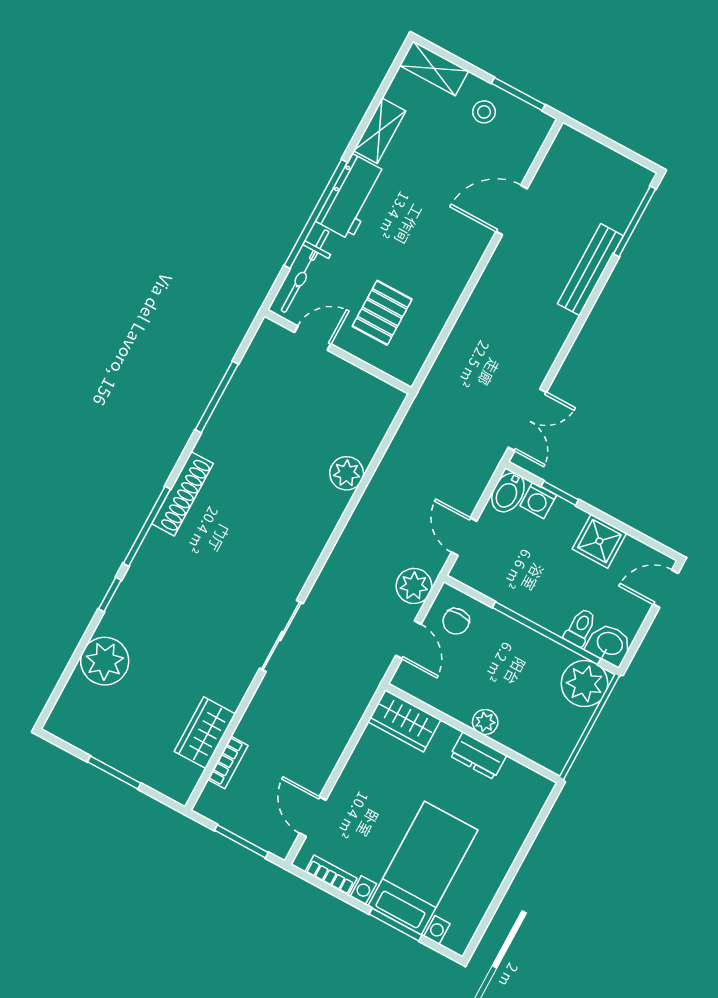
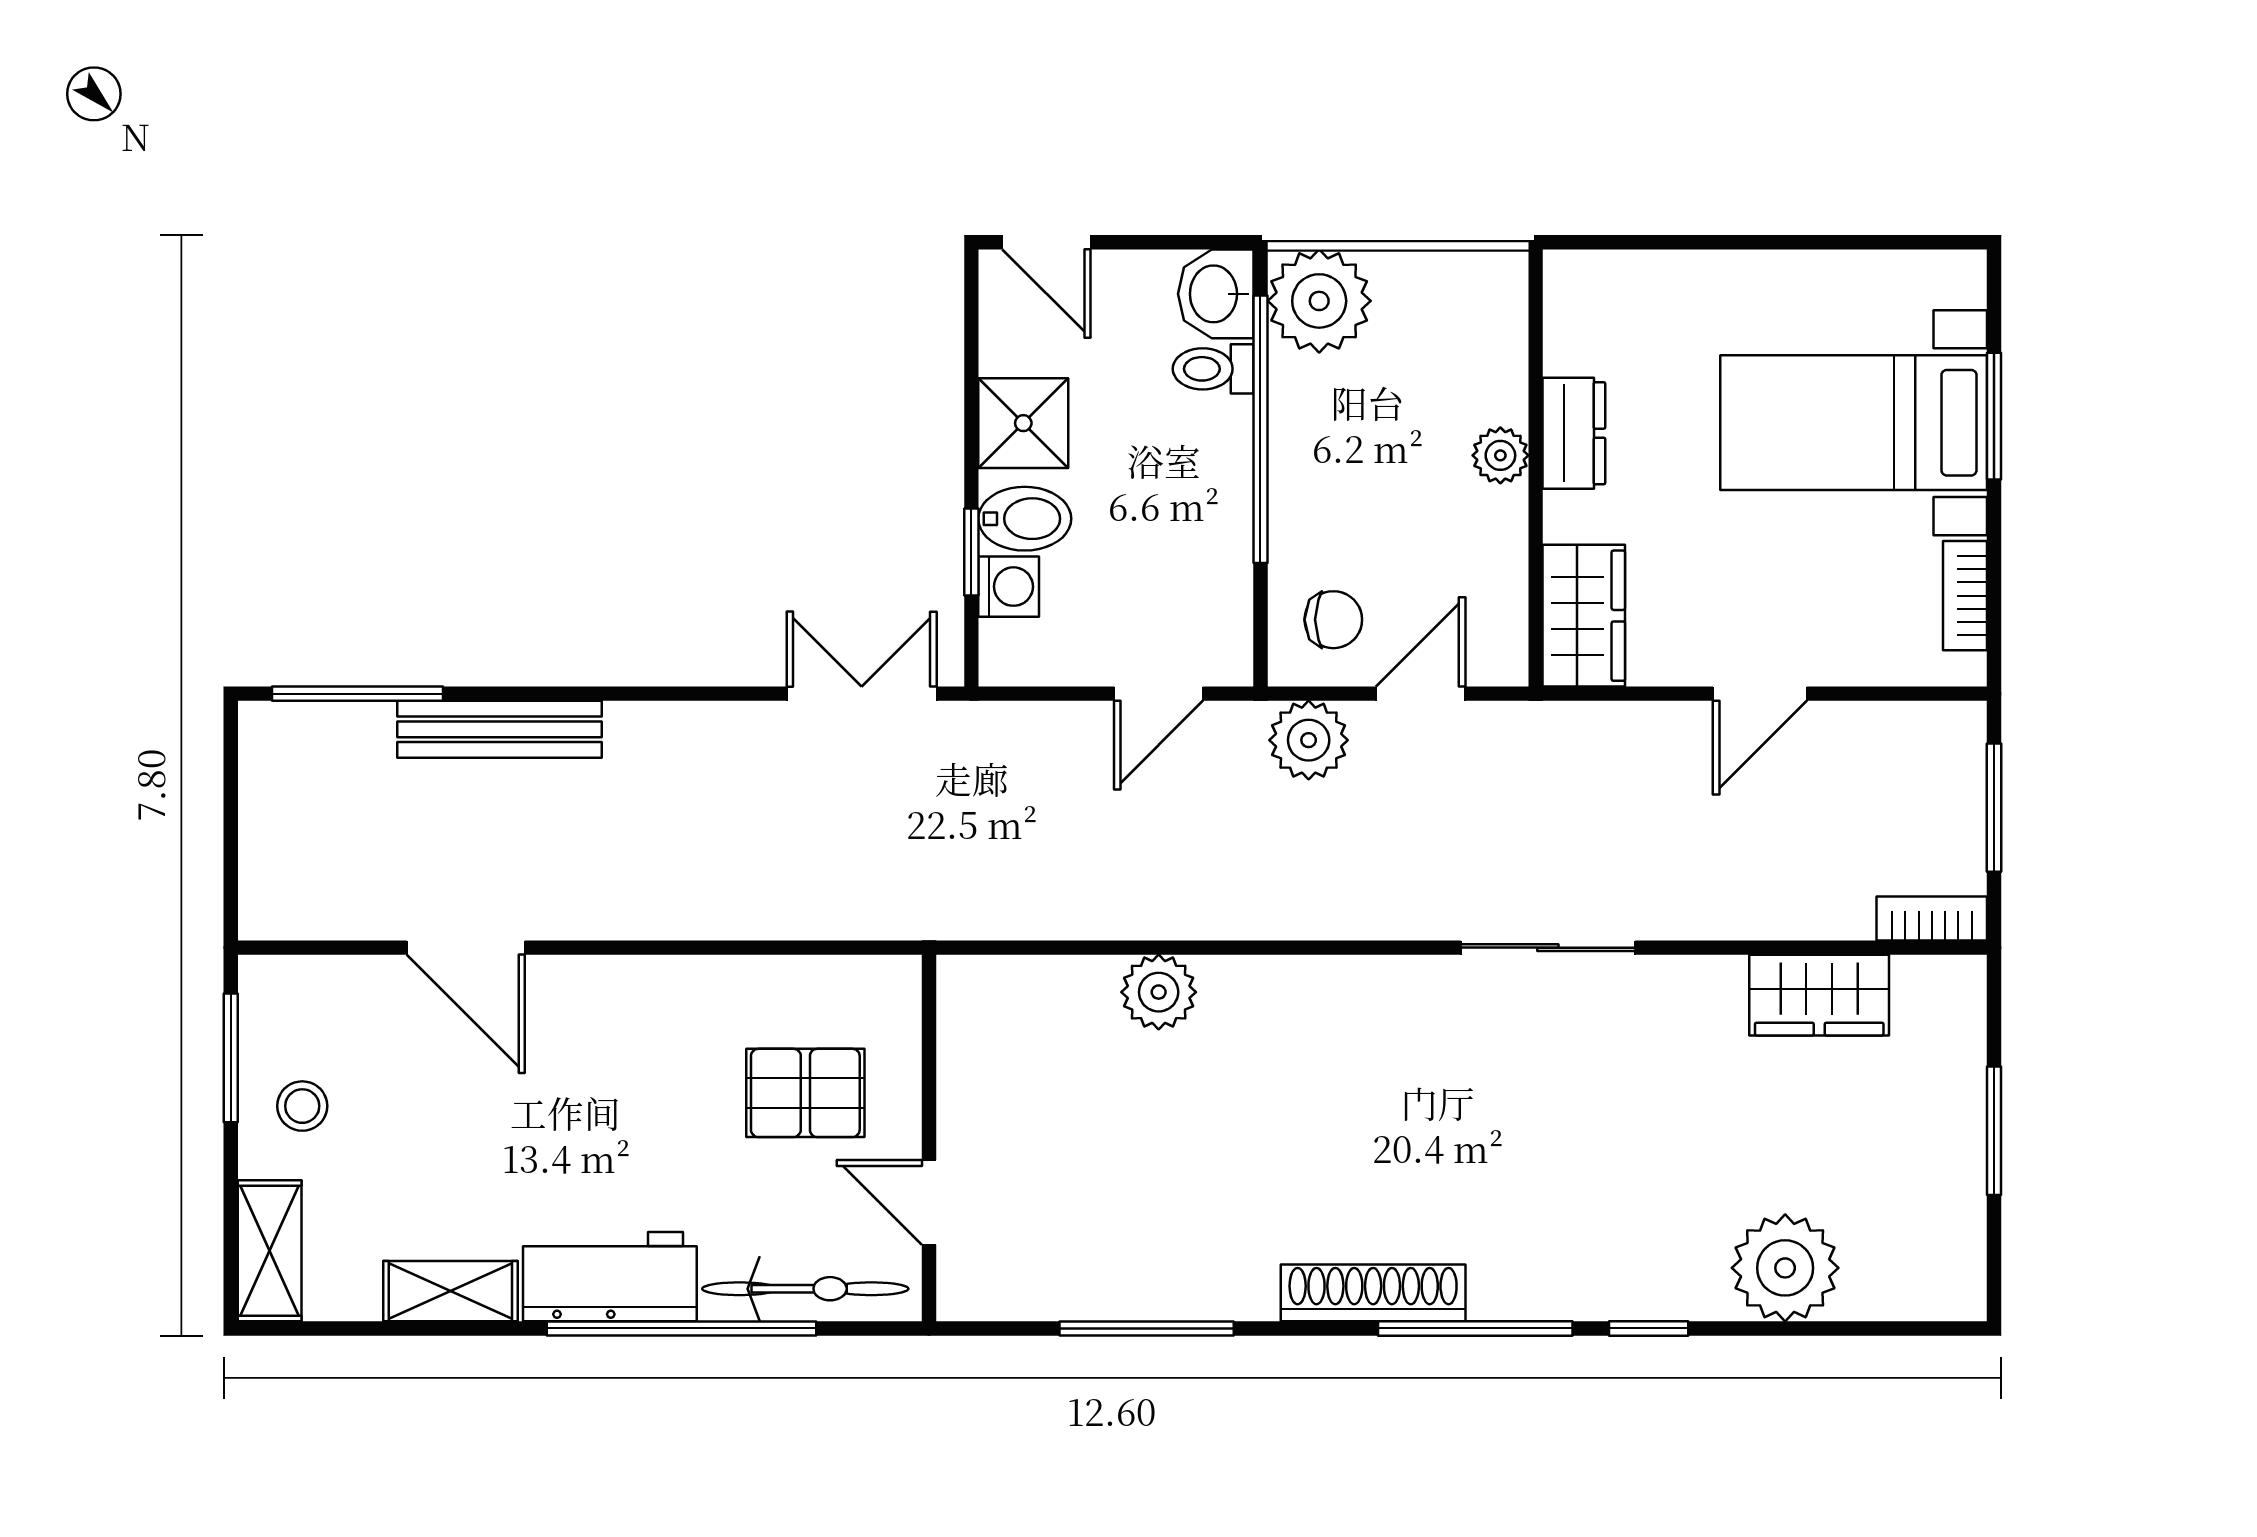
bidet: (508, 492) -> (1025, 519), moved
bookcase: (228, 762) -> (1932, 918), moved
door: (313, 817) -> (1760, 694), moved

